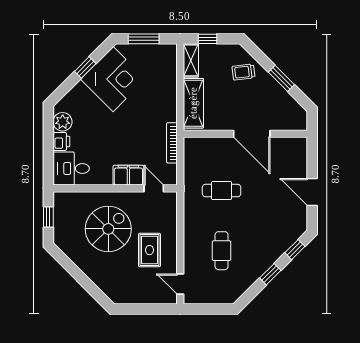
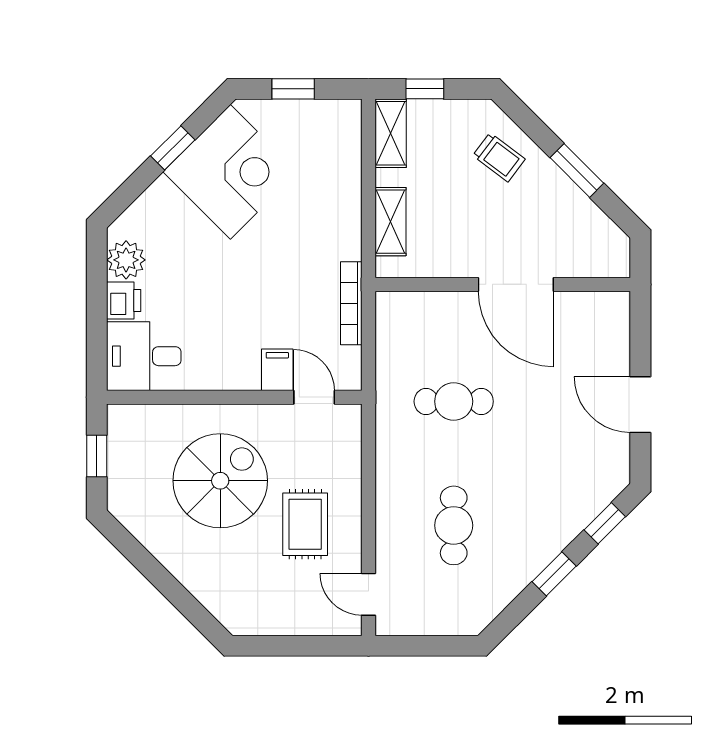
window: (144, 39) -> (293, 89), width x0.67
trolley: (243, 72) -> (499, 157), turned -136
shelving: (193, 103) -> (391, 222), width x0.67, depth x0.75
filing cabinet: (128, 175) -> (277, 370), width x0.50

